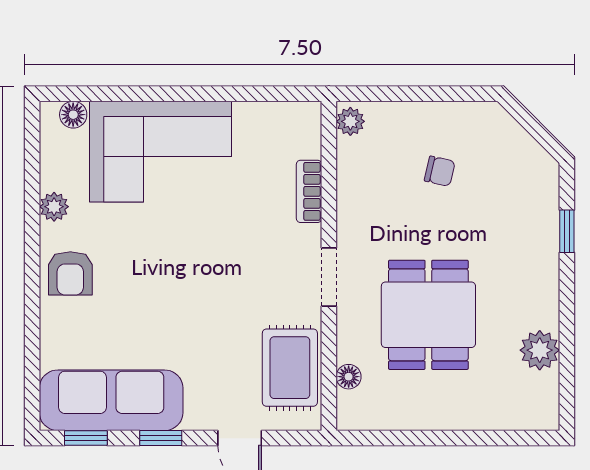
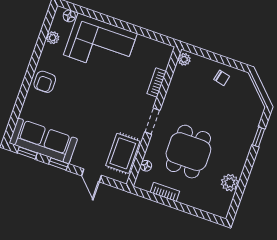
chair: (440, 171) -> (222, 78), moved
plant: (54, 207) -> (53, 38), moved
bookcase: (408, 418) -> (165, 192), added

